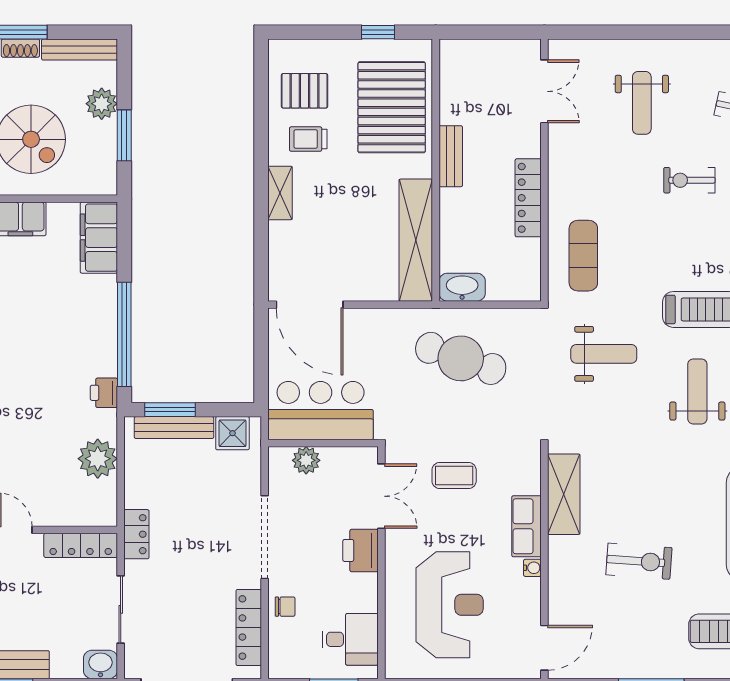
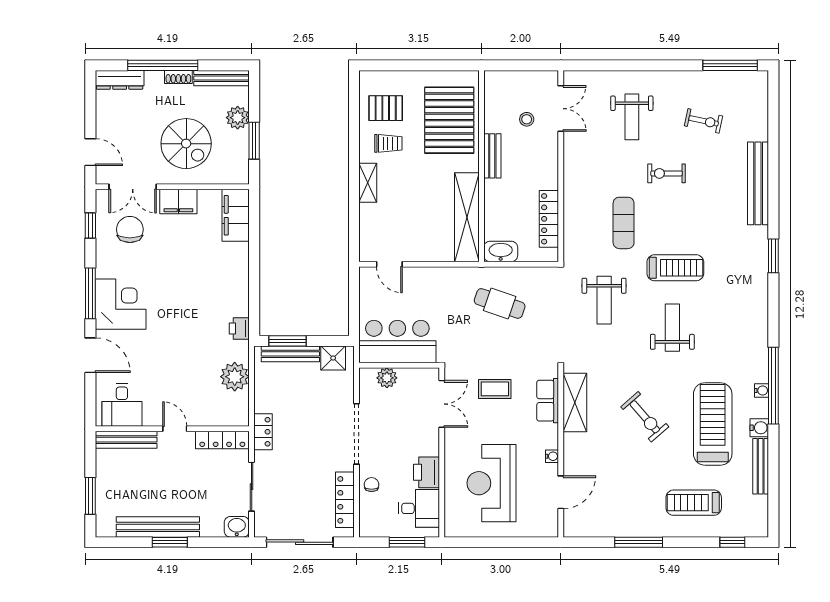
window: (378, 32) -> (439, 65), removed
stool: (498, 106) -> (527, 119), added
trolley: (308, 139) -> (388, 143), turned 180
locker: (528, 198) -> (549, 219), moved
exercise mat: (583, 256) -> (624, 223), moved
door: (310, 305) -> (389, 264), width x0.53
window: (124, 334) -> (254, 286), removed
weight bench: (604, 354) -> (604, 300), turned 90
cafe table: (461, 358) -> (500, 303), width x0.73, depth x0.74
row of seats: (526, 526) -> (548, 401), moved
printer: (361, 550) -> (427, 472), moved
exercise bike: (639, 561) -> (645, 417), moved, turned 45
reception desk: (450, 605) -> (492, 483), turned 180
chair: (285, 607) -> (372, 485), turned -90
door: (544, 648) -> (561, 492), moved

